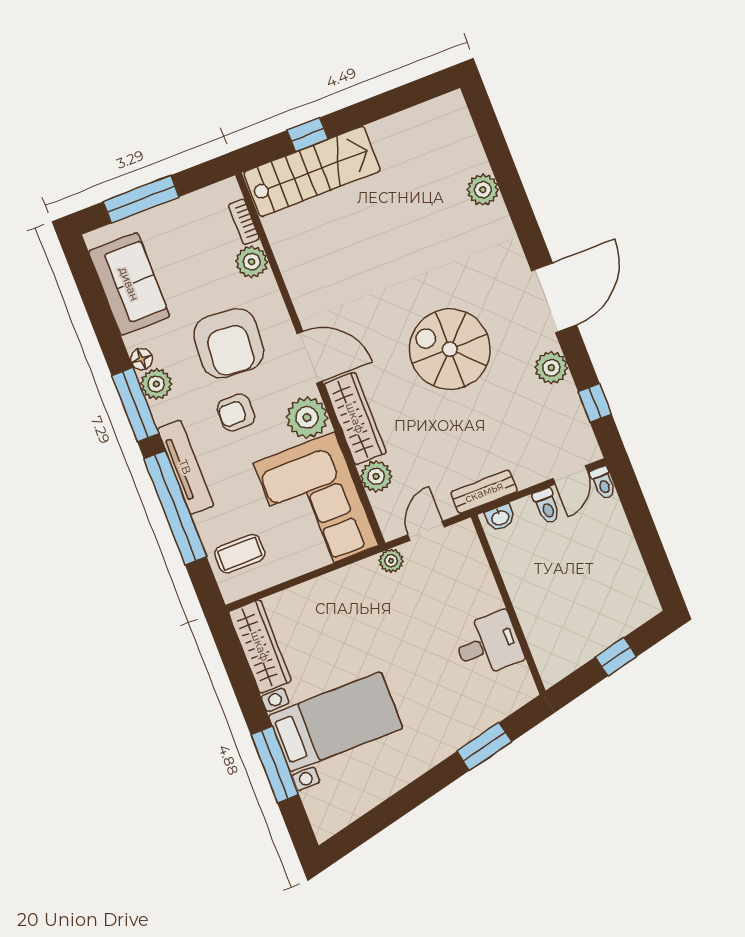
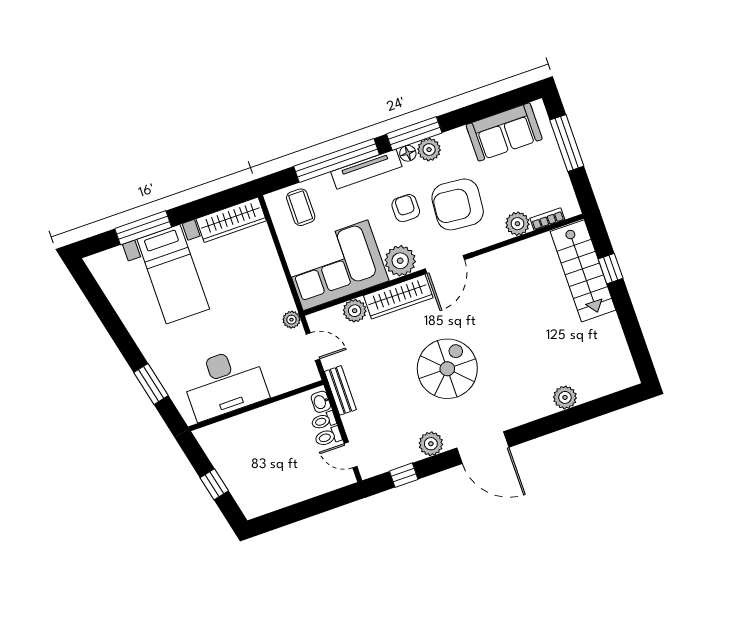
floor lamp: (142, 359) -> (408, 153), moved
toilet: (603, 483) -> (324, 421), moved
desk: (488, 644) -> (225, 383), width x1.87, depth x1.30

